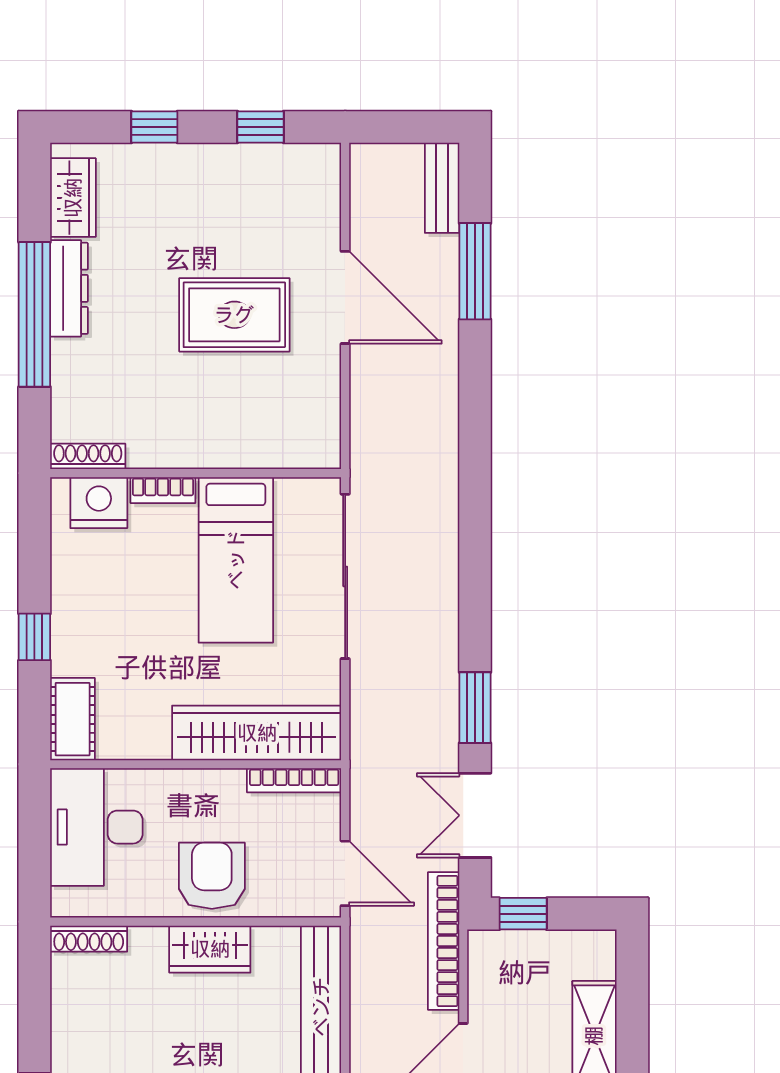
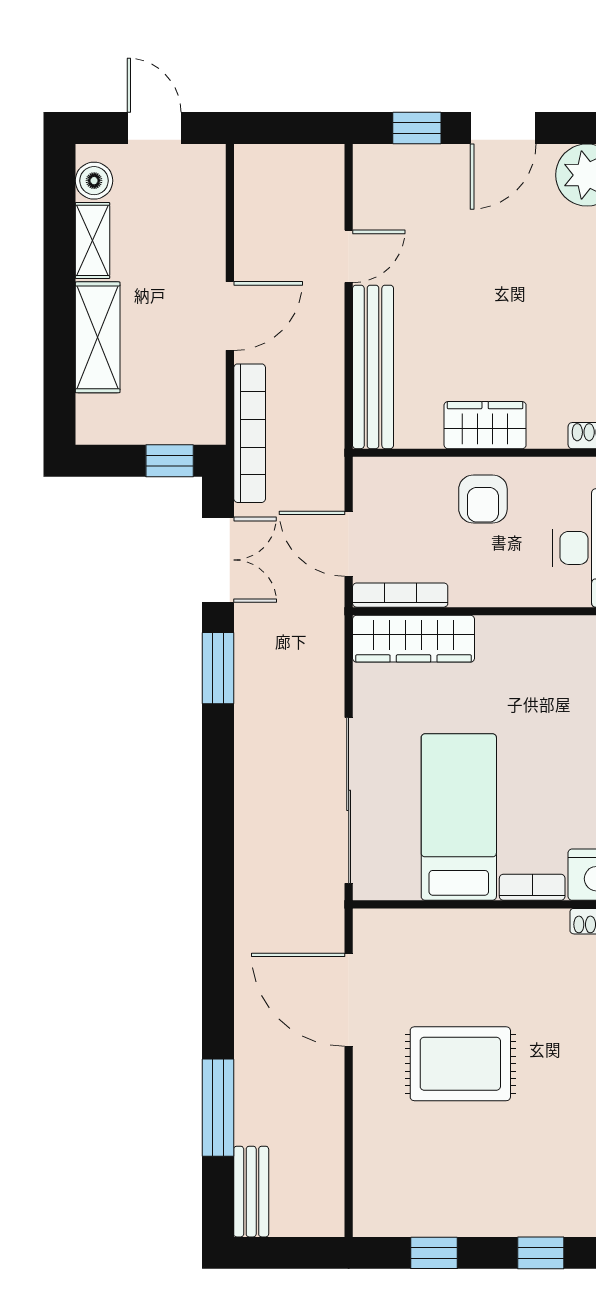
door: (345, 297) -> (349, 1000), moved
wardrobe: (257, 733) -> (414, 639), width x0.71, depth x0.85
door: (345, 873) -> (349, 544), moved
armchair: (212, 876) -> (483, 499), width x0.72, depth x0.72

